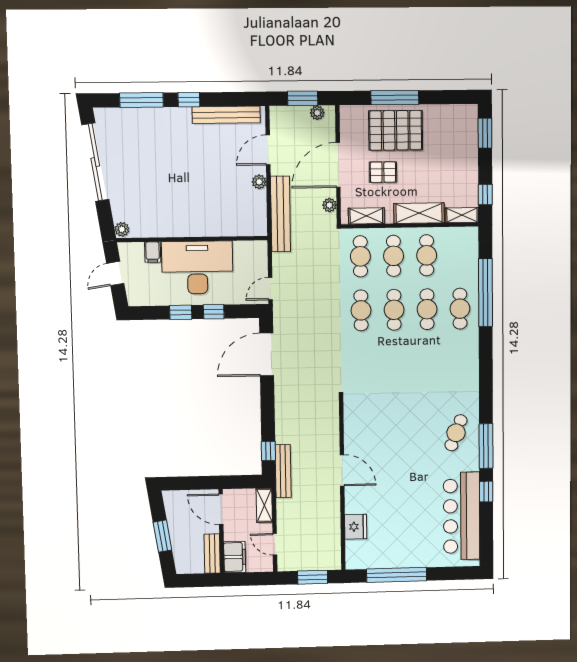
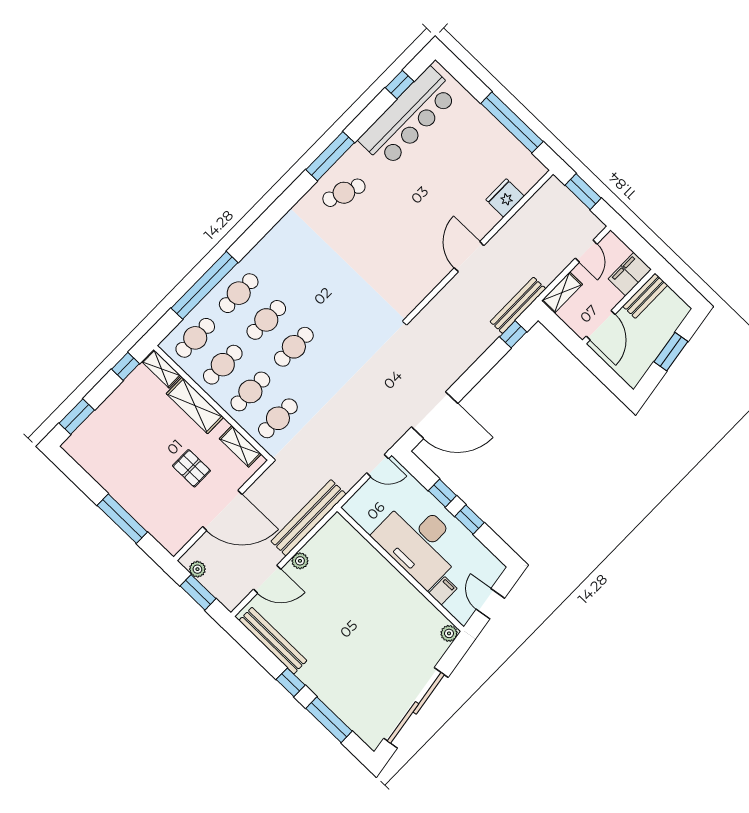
pallet: (396, 130) -> (148, 492), removed
plant: (329, 205) -> (262, 485), removed
door: (115, 273) -> (490, 604), swing flipped
cafe table: (361, 310) -> (195, 338), moved
window: (486, 492) -> (400, 85), moved

